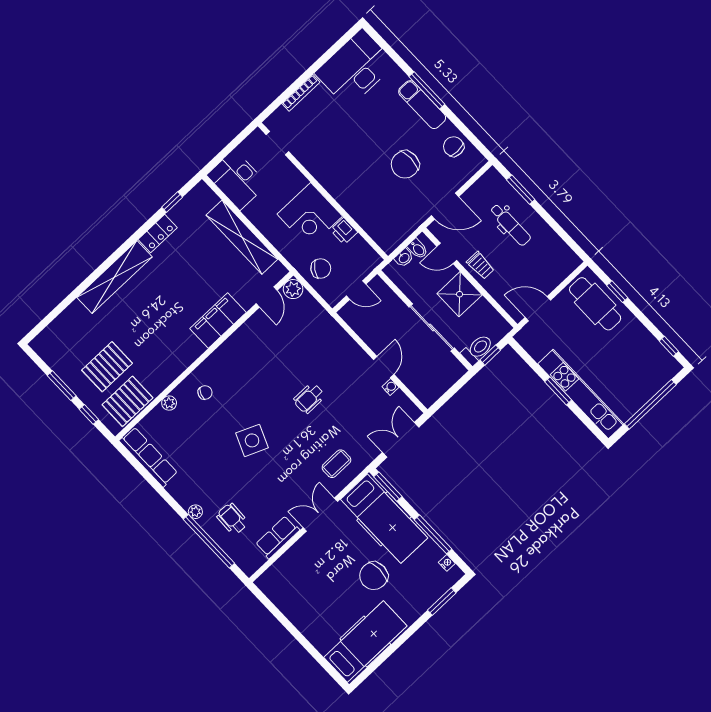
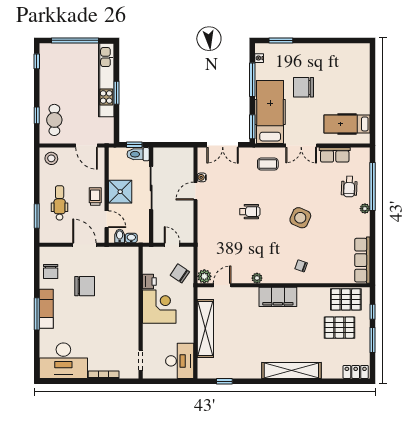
locker: (158, 234) -> (356, 372), moved
stool: (561, 262) -> (51, 158), added
cafe table: (595, 304) -> (54, 120), width x0.73, depth x0.74
filing cabinet: (218, 321) -> (278, 297), moved
plant: (169, 403) -> (257, 278), moved
chair: (374, 576) -> (304, 87), turned 180
hospital bed: (365, 642) -> (347, 124), moved, width x0.73, depth x0.78

